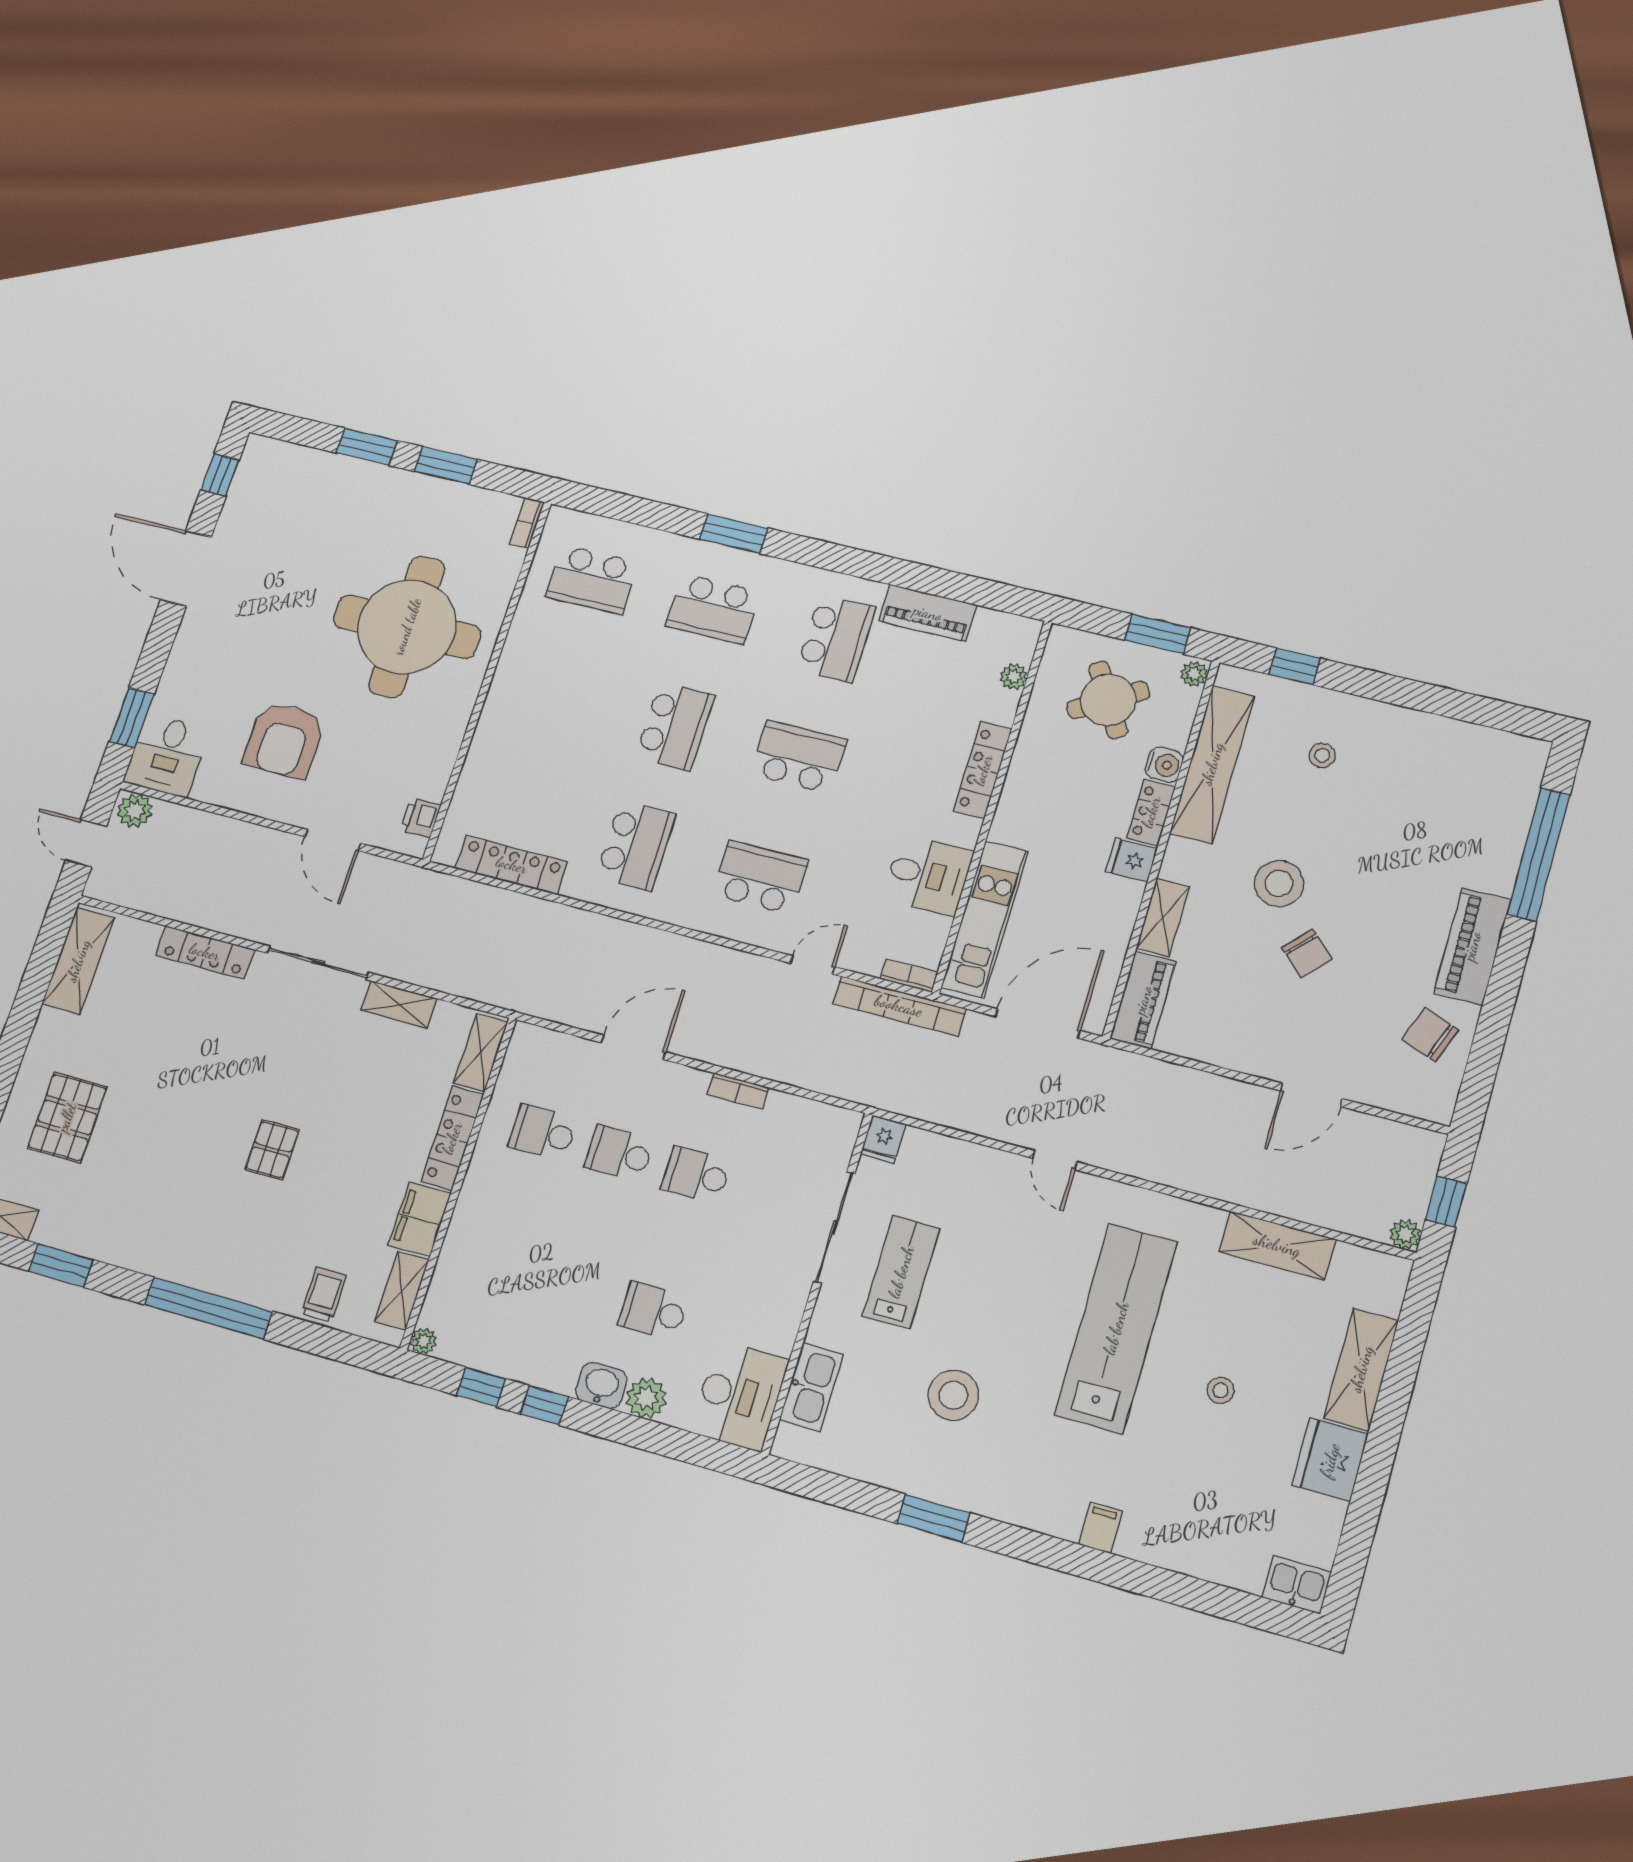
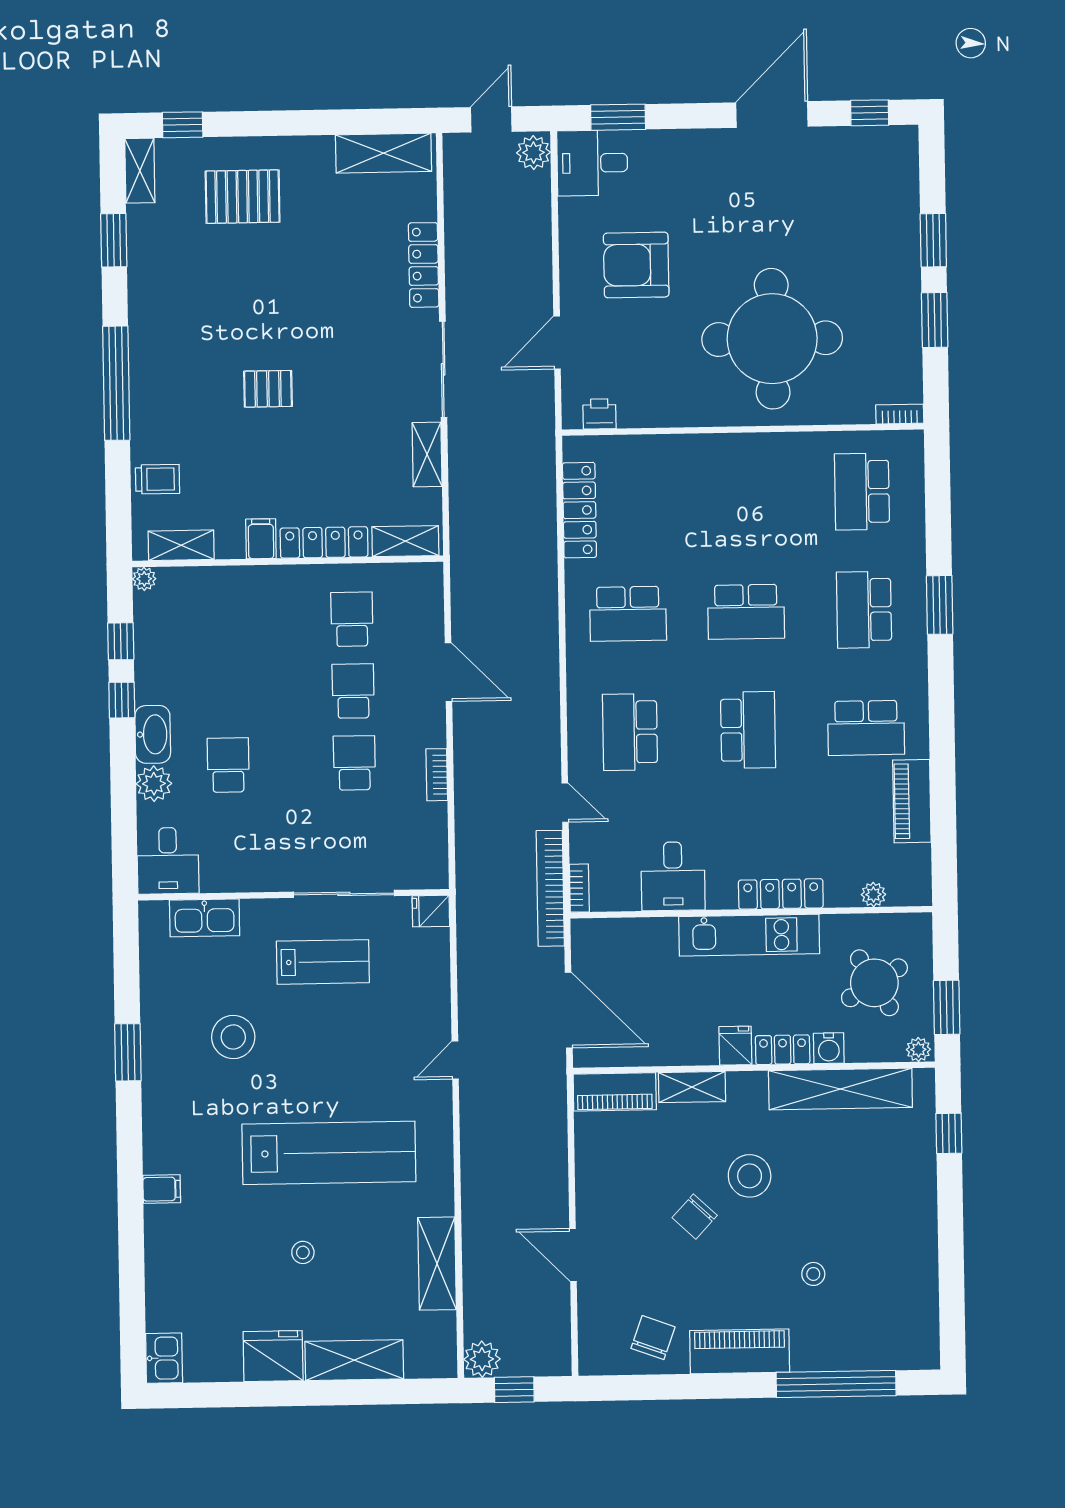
stool: (1322, 755) -> (813, 1274), moved
school desk: (760, 877) -> (630, 732), turned 180
kitchen unit: (985, 919) -> (749, 935), moved
filing cabinet: (420, 1219) -> (261, 539), width x0.50
plant: (1405, 1234) -> (482, 1359), width x1.38, depth x1.38
washbasin: (601, 1385) -> (153, 734), width x1.38
desk: (739, 1396) -> (168, 861), width x0.73

